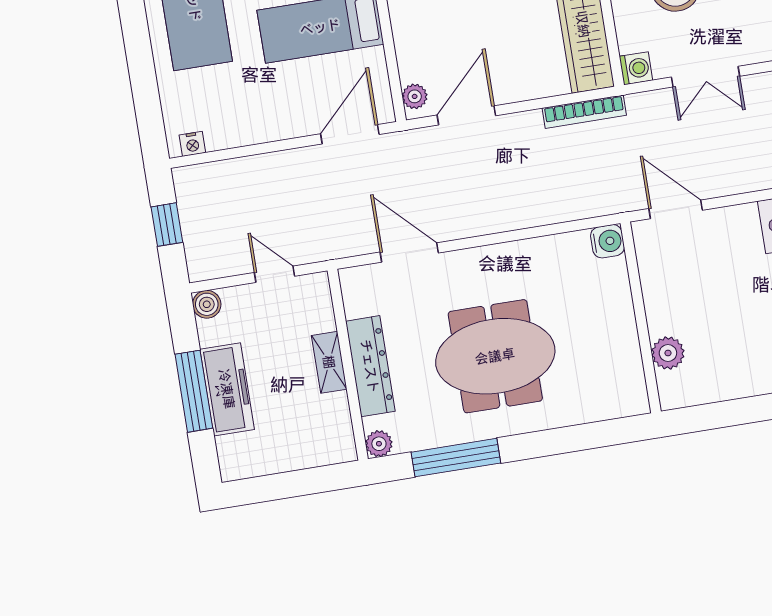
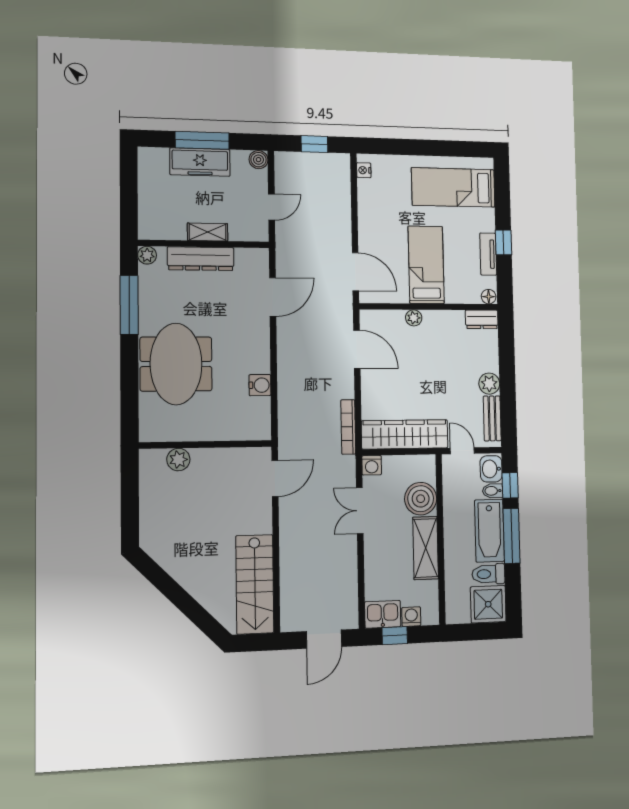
plant: (415, 96) -> (414, 318), moved
water cooler: (607, 241) -> (260, 385), moved, turned -90
meeting table: (495, 356) -> (176, 364), moved

